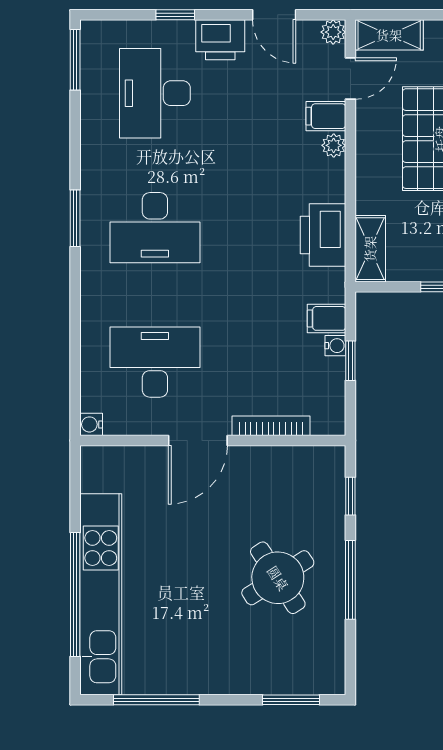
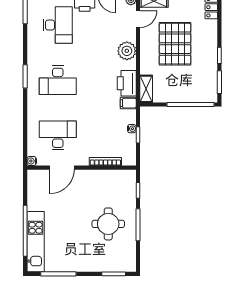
desk: (155, 93) -> (58, 25), turned 180
filing cabinet: (326, 116) -> (128, 34), removed
plant: (334, 145) -> (127, 51), width x1.88, depth x1.88
filing cabinet: (327, 318) -> (128, 103), moved
door: (198, 441) -> (62, 168), moved
round table: (278, 578) -> (108, 224), turned 33
kitchen unit: (101, 594) -> (36, 242), width x0.73

